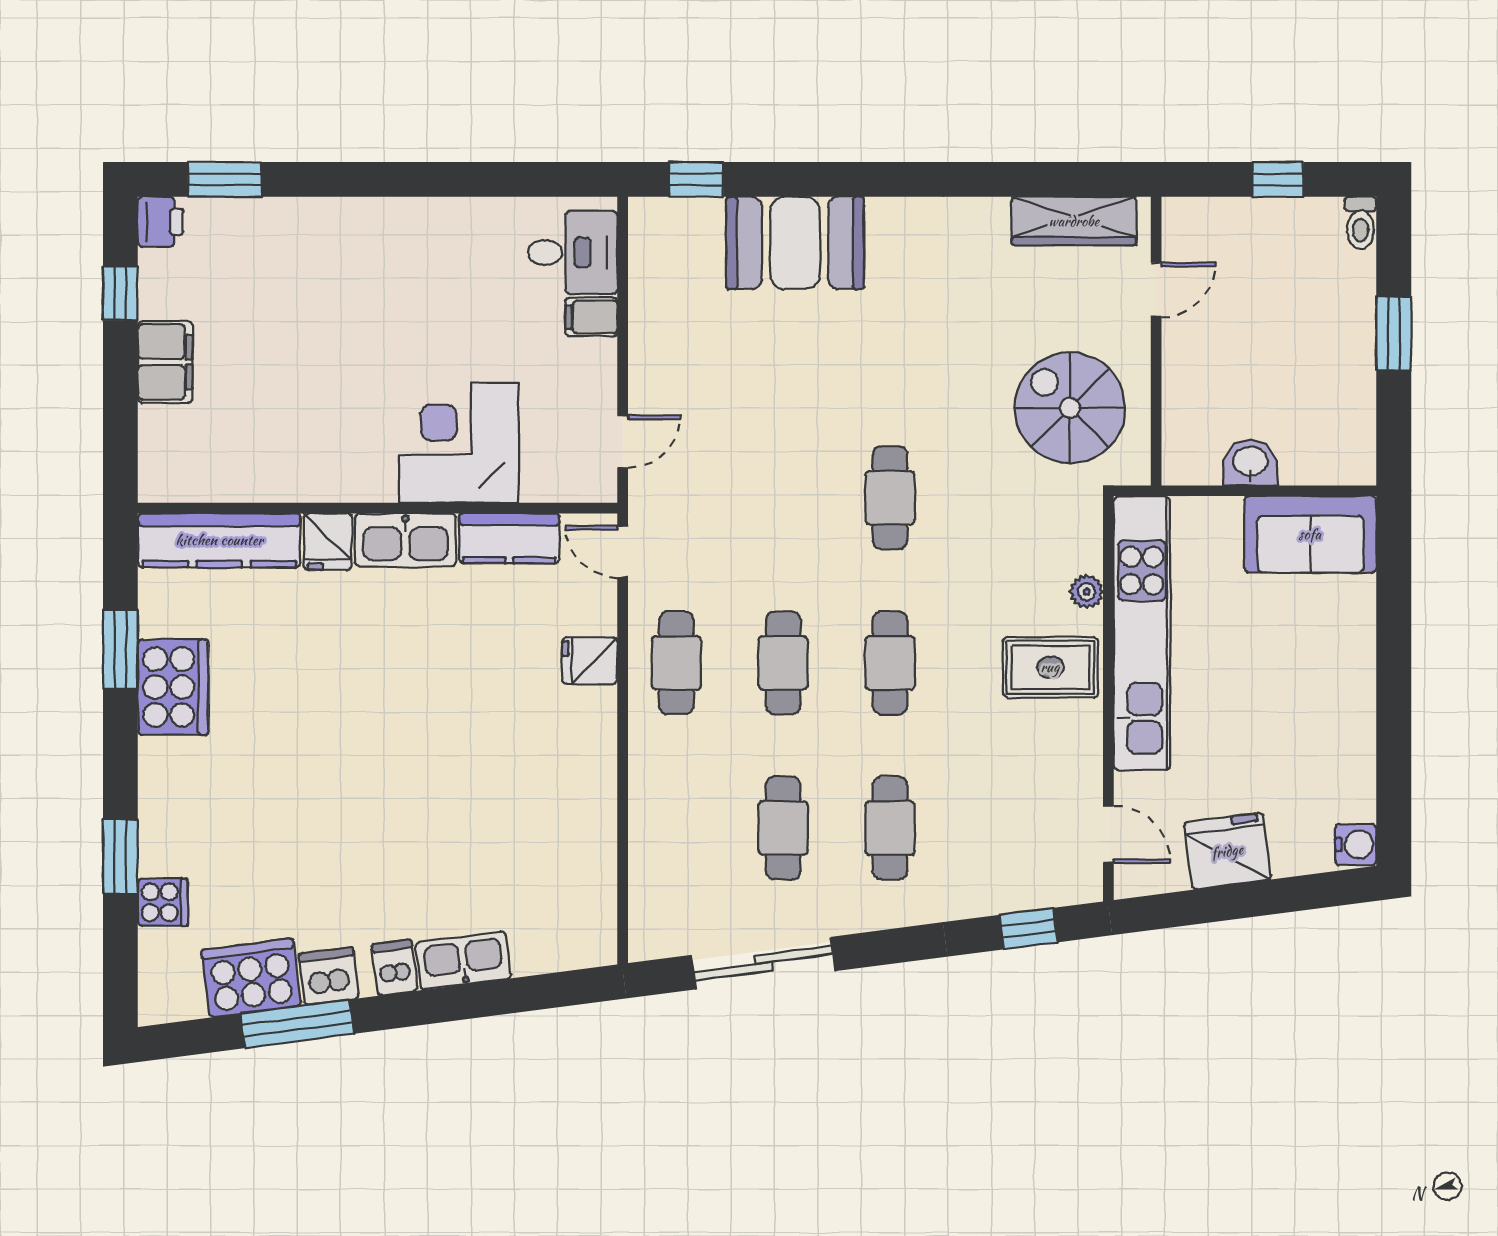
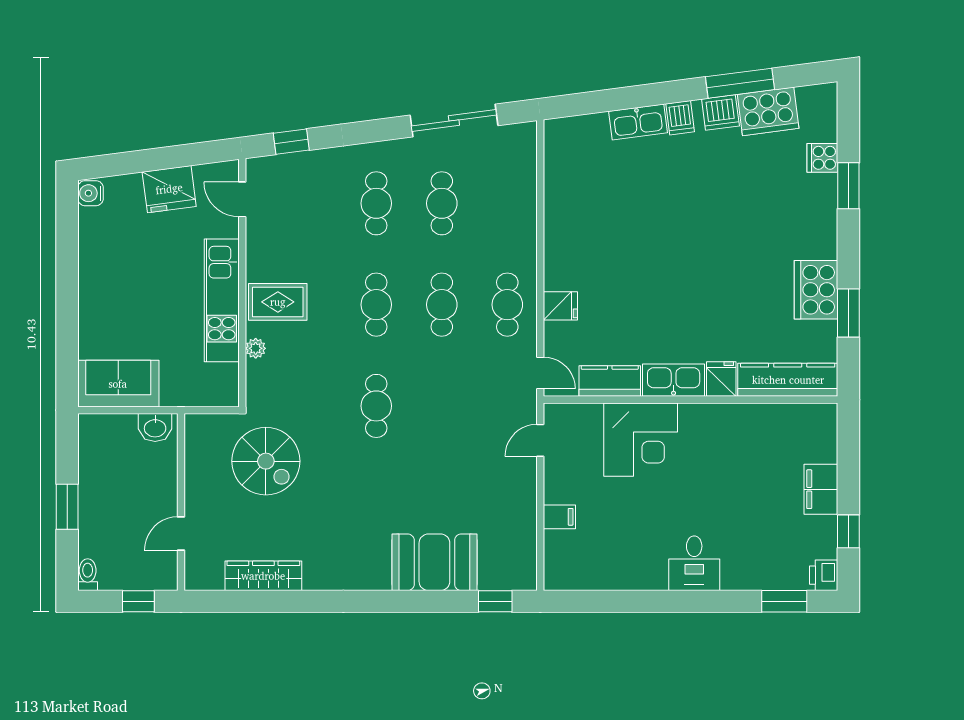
desk: (573, 253) -> (694, 563), moved, turned -90
door: (1156, 290) -> (181, 534), moved
wall: (1156, 341) -> (181, 502), moved
kitchen unit: (1142, 633) -> (222, 300), width x0.73

